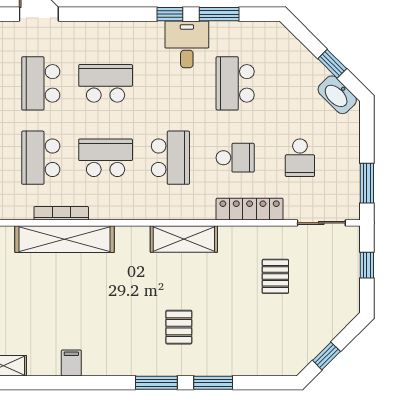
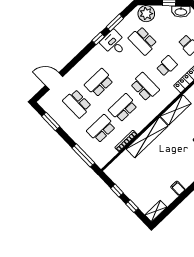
plant: (281, 47) -> (146, 14), added
school desk: (41, 158) -> (101, 129), turned 90
shelving: (65, 239) -> (147, 137), moved

